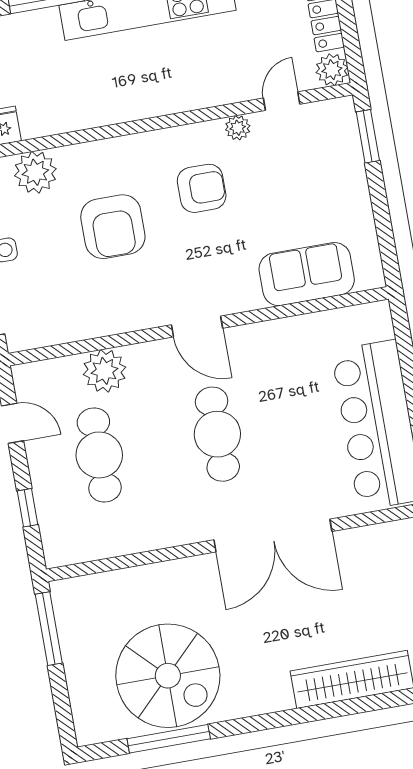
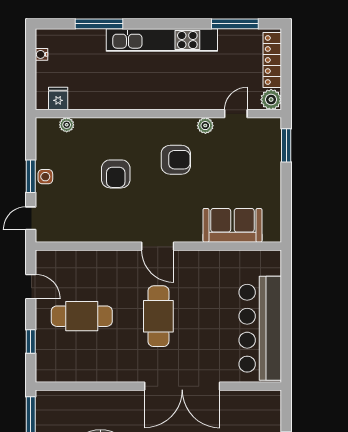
plant: (35, 172) -> (67, 125), width x0.53, depth x0.53
armchair: (113, 227) -> (116, 174), width x0.73, depth x0.73
plant: (104, 371) -> (94, 264), removed
cafe table: (99, 455) -> (82, 316), turned 90

